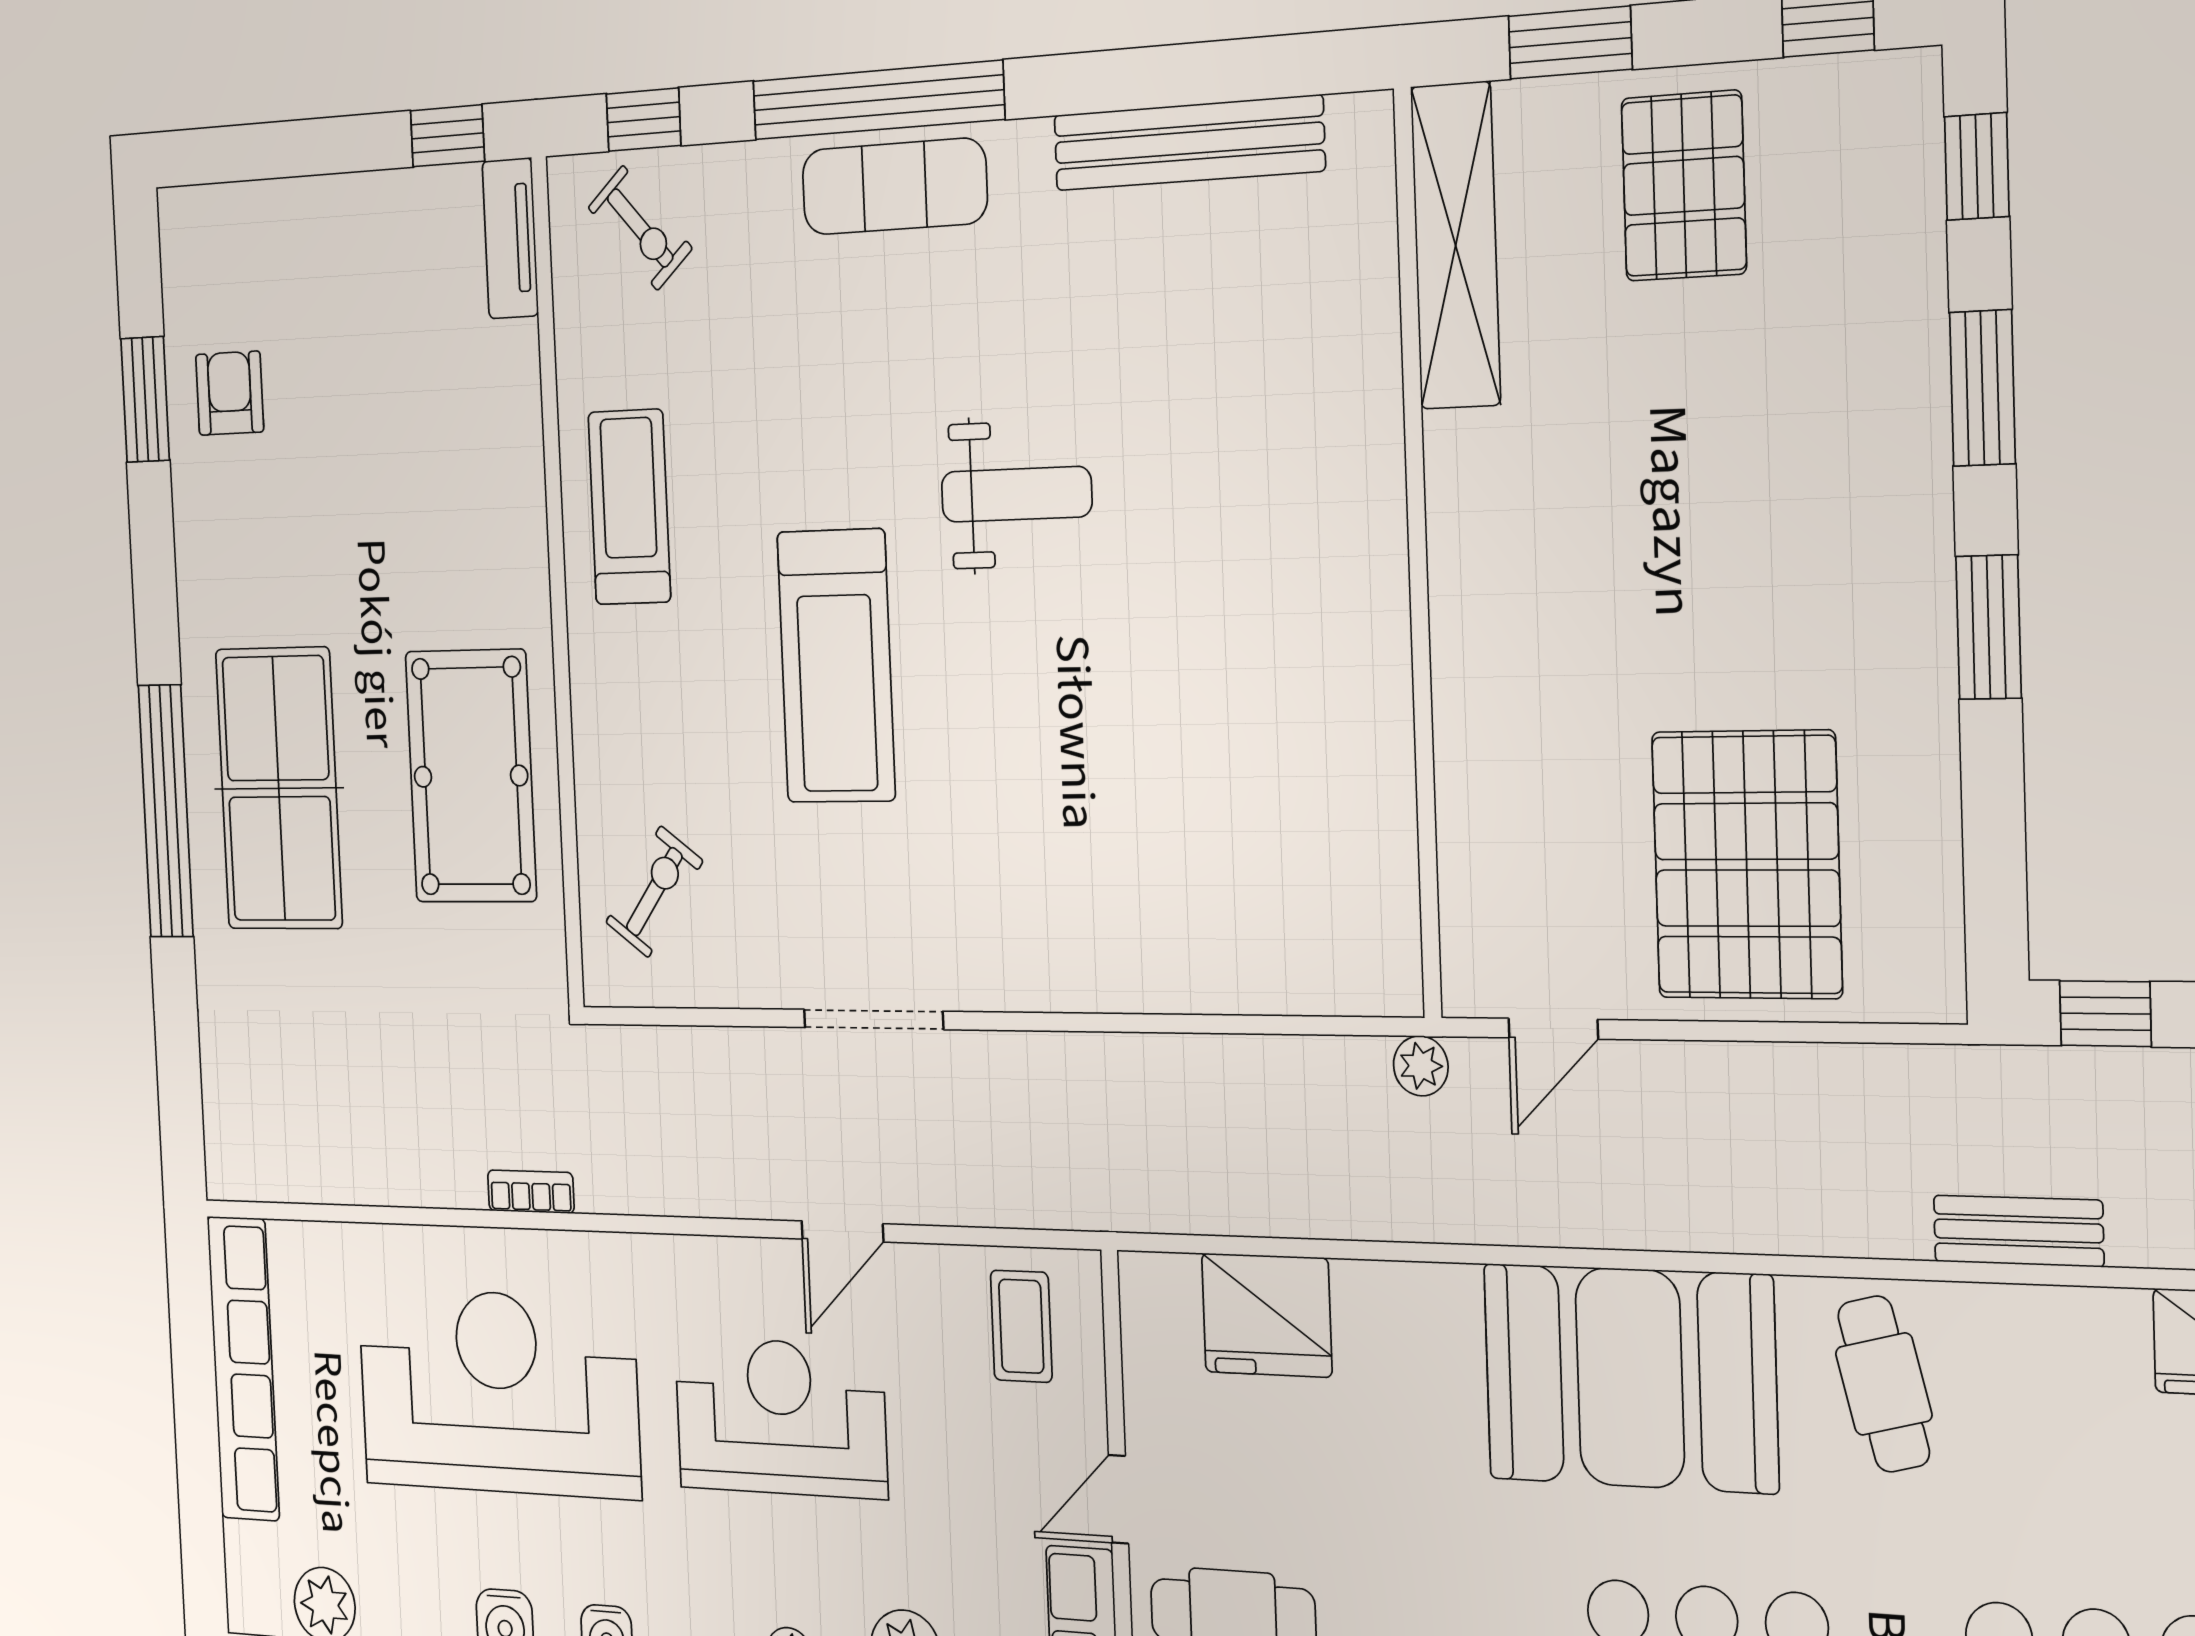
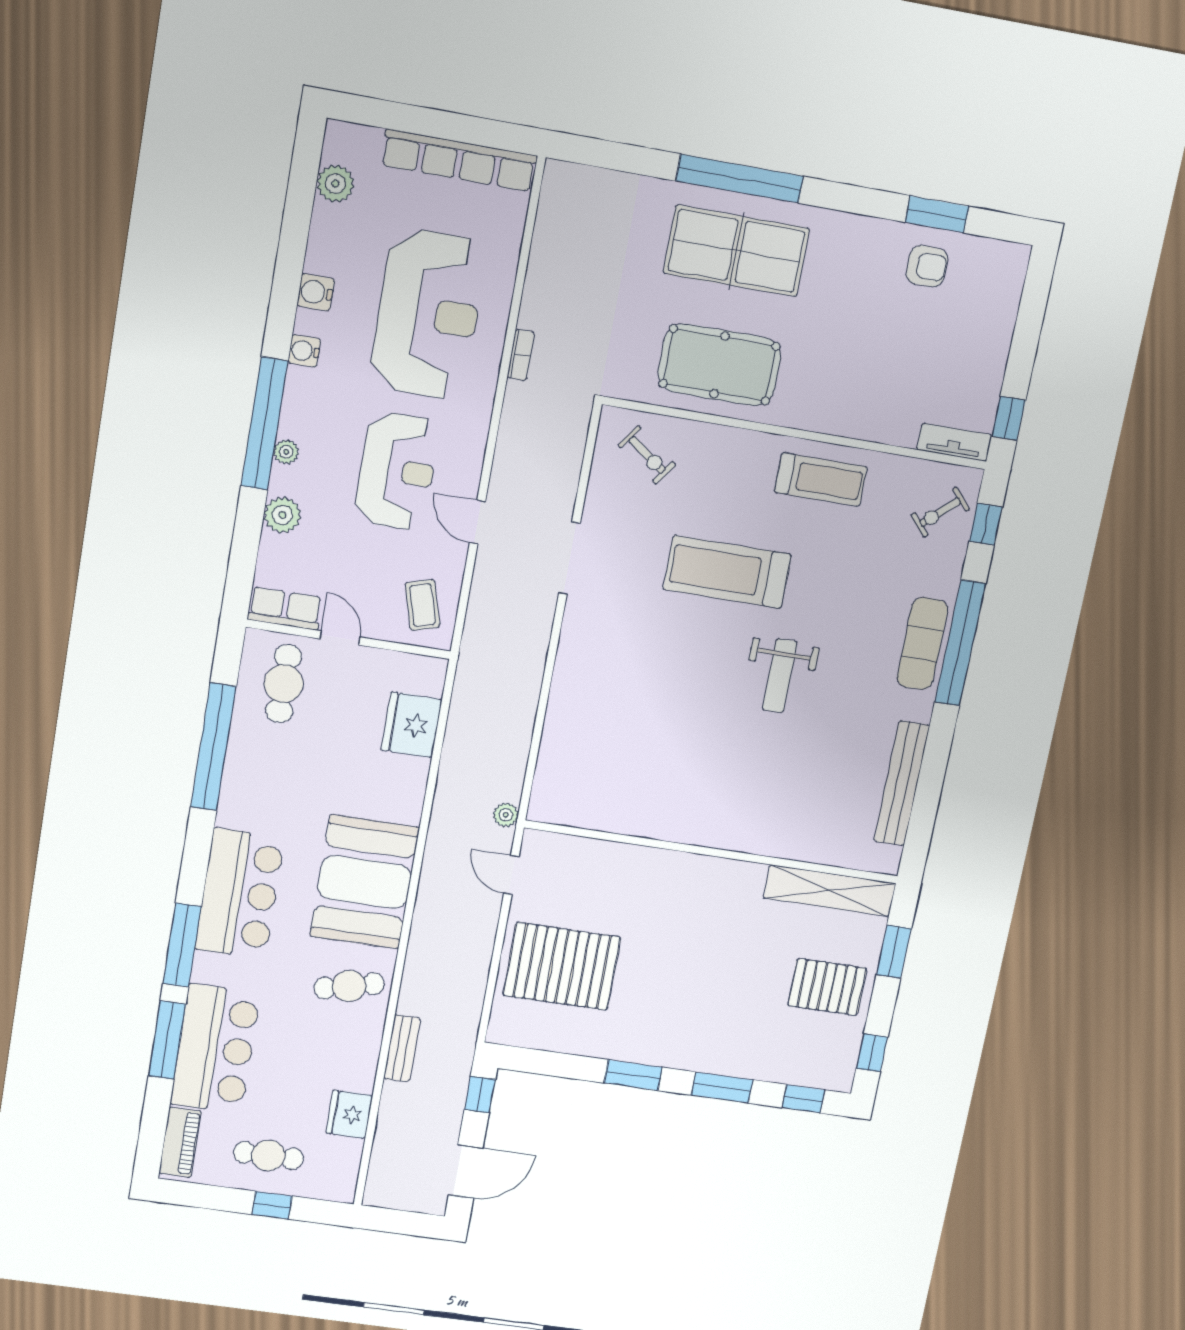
coffee table: (1021, 1326) -> (422, 605), turned 74

